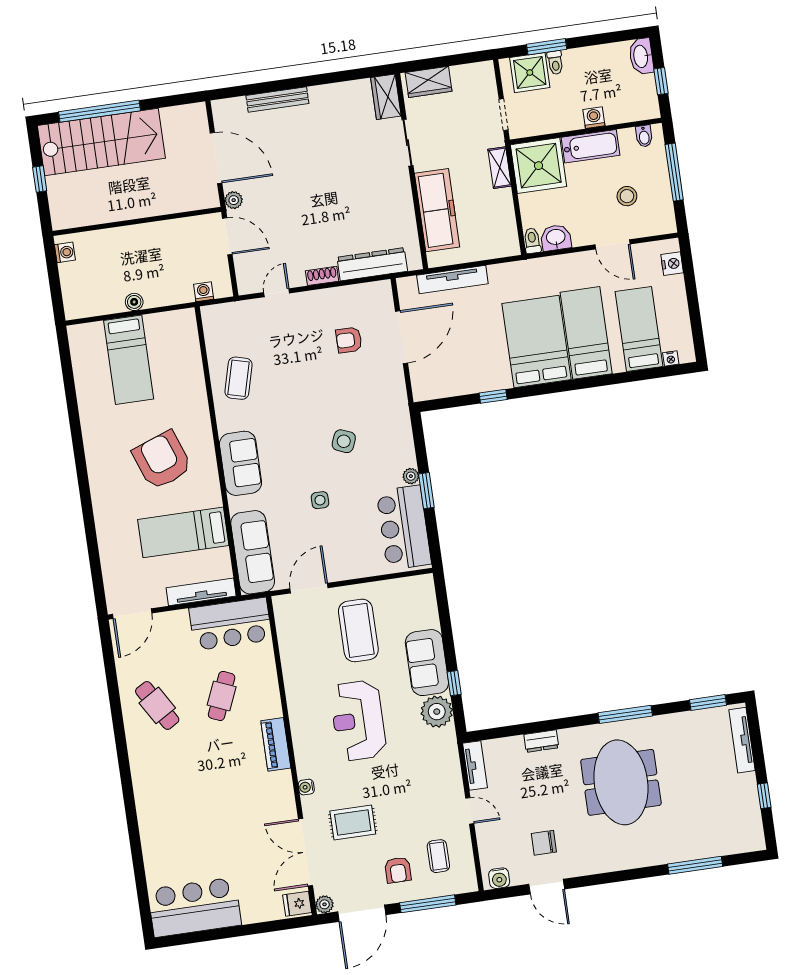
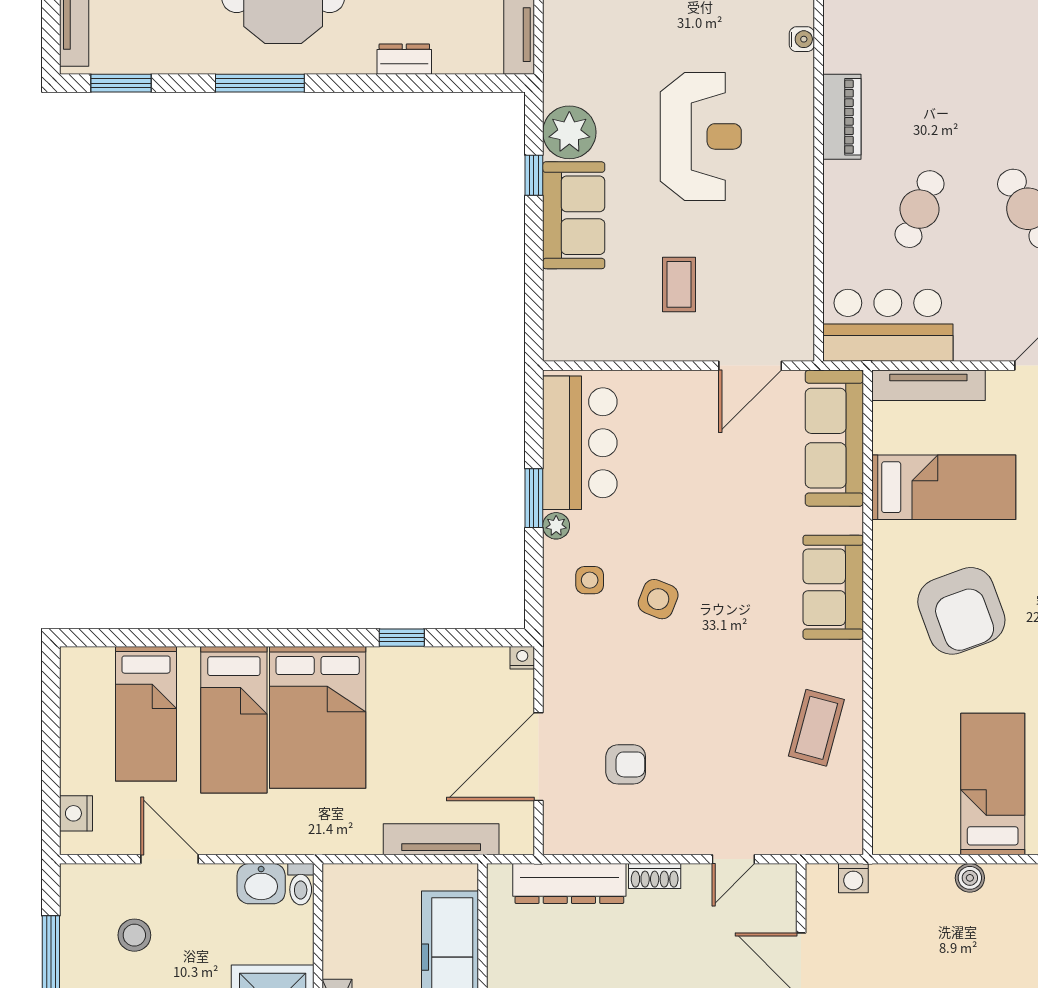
nightstand: (671, 358) -> (522, 658), moved
side table: (320, 500) -> (590, 580), moved
coffee table: (358, 630) -> (679, 284), width x0.54, depth x0.58

